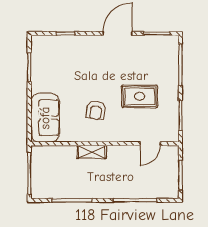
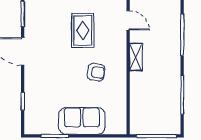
sofa: (45, 118) -> (82, 121), moved
shelving: (92, 152) -> (136, 57), moved

